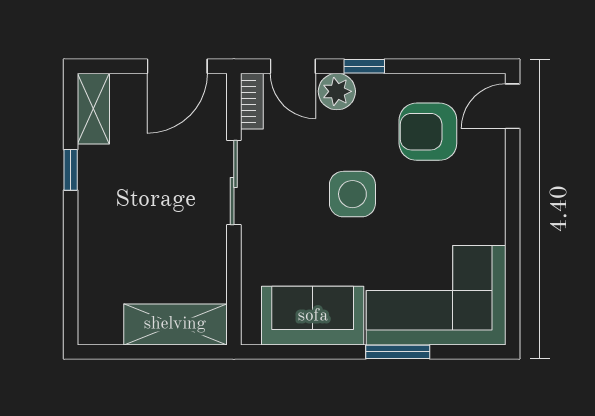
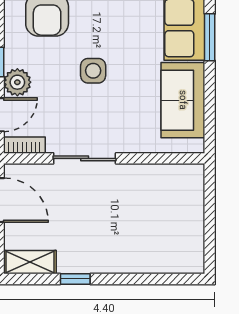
side table: (352, 194) -> (93, 71), width x0.73, depth x0.73
shelving: (175, 324) -> (189, 202), removed

